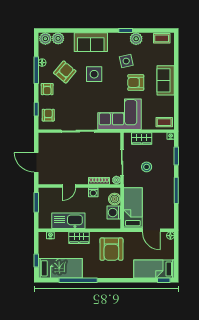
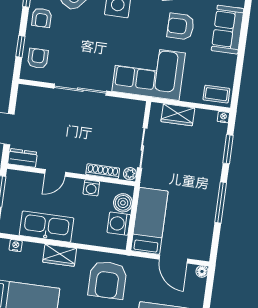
stool: (147, 167) -> (179, 160), removed
dresser: (47, 179) -> (23, 158), added

